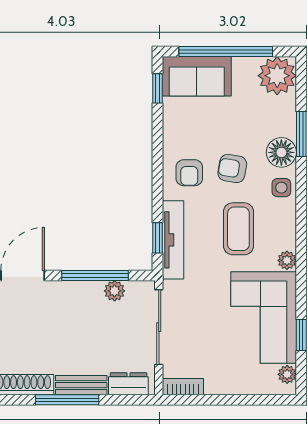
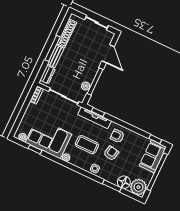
floor lamp: (281, 152) -> (124, 182), moved

